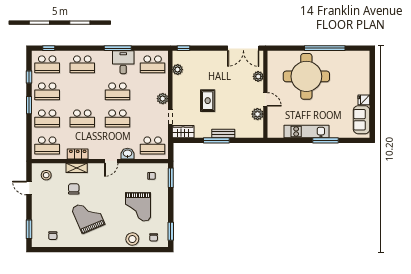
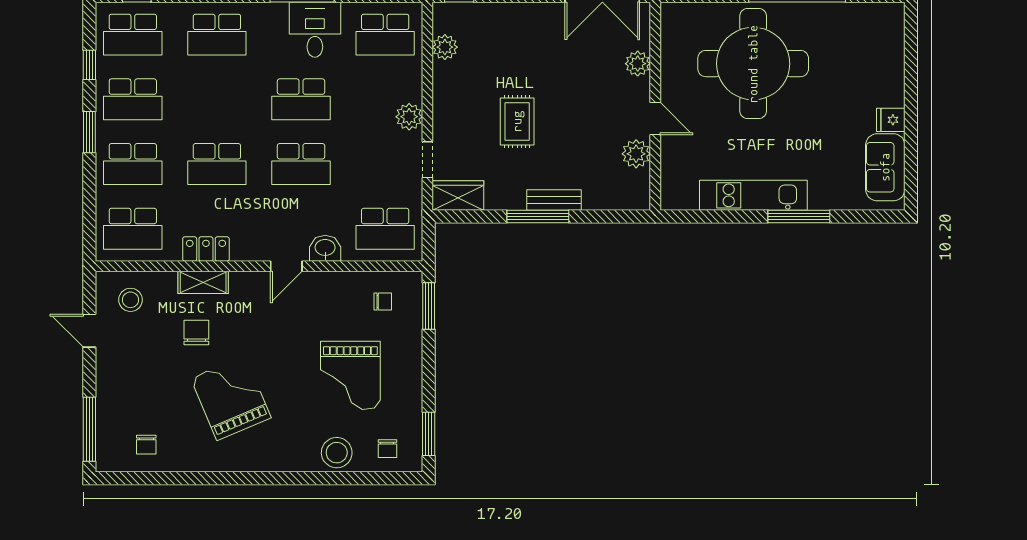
window: (29, 229) -> (89, 429), width x1.44

